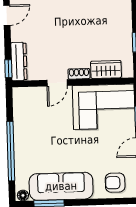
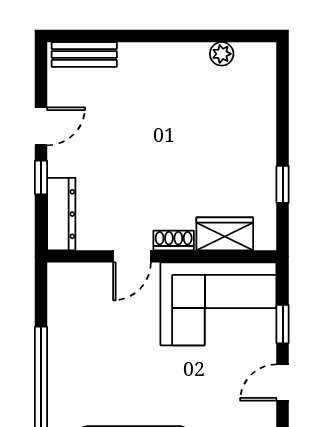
window: (8, 69) -> (41, 177), moved

